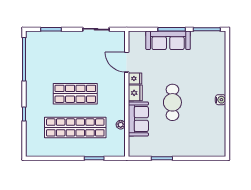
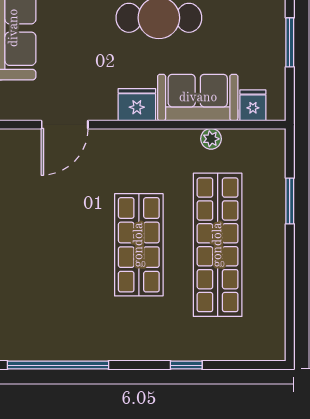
fridge: (135, 79) -> (253, 105), moved

